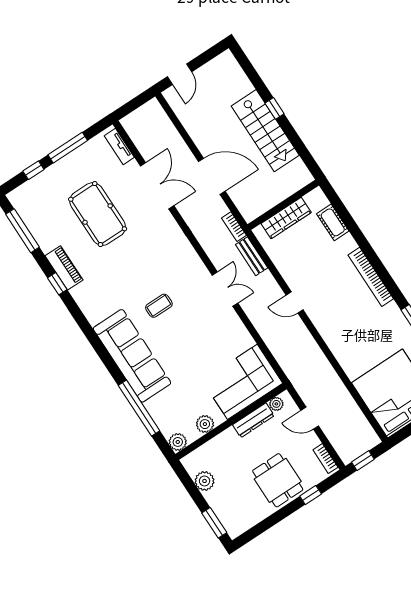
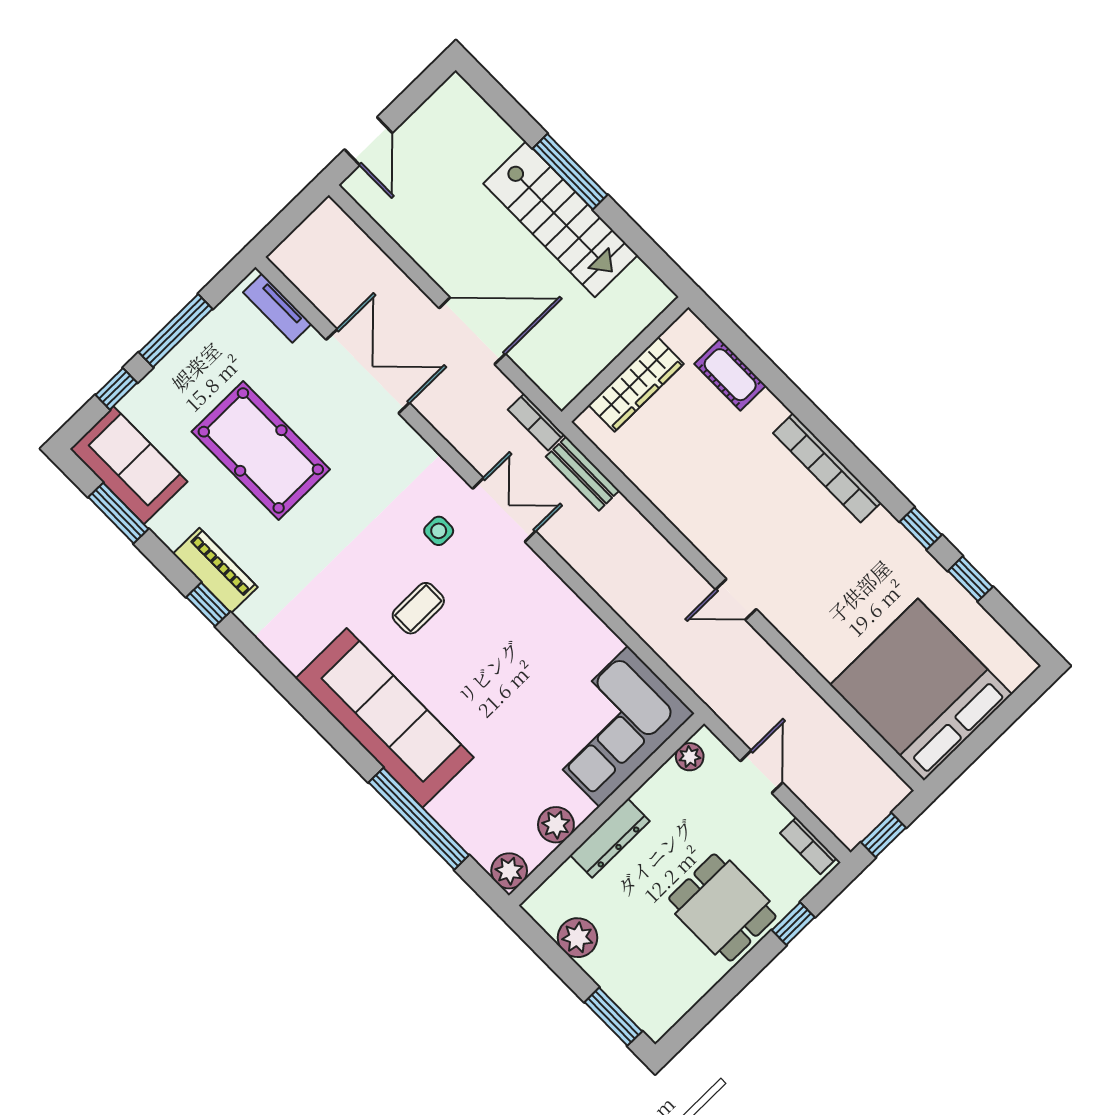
window: (275, 108) -> (570, 172), width x2.17
sofa: (32, 209) -> (129, 465), added
window: (22, 231) -> (118, 513), width x0.69
side table: (176, 270) -> (439, 531), added
double door: (225, 289) -> (504, 510), moved
door: (295, 302) -> (736, 599), moved
door: (310, 418) -> (762, 772), swing flipped
dresser: (253, 420) -> (610, 838), moved

